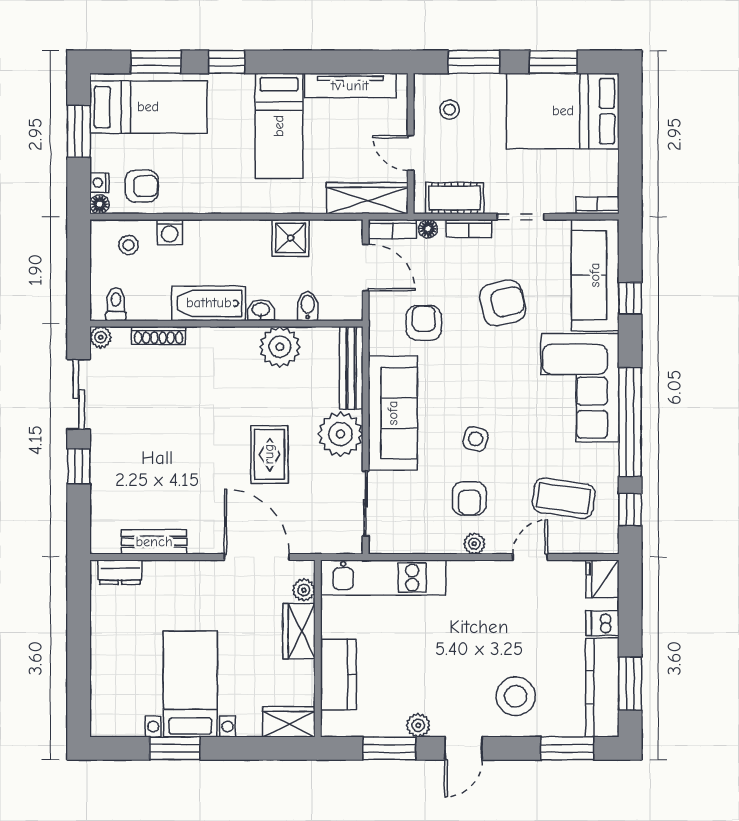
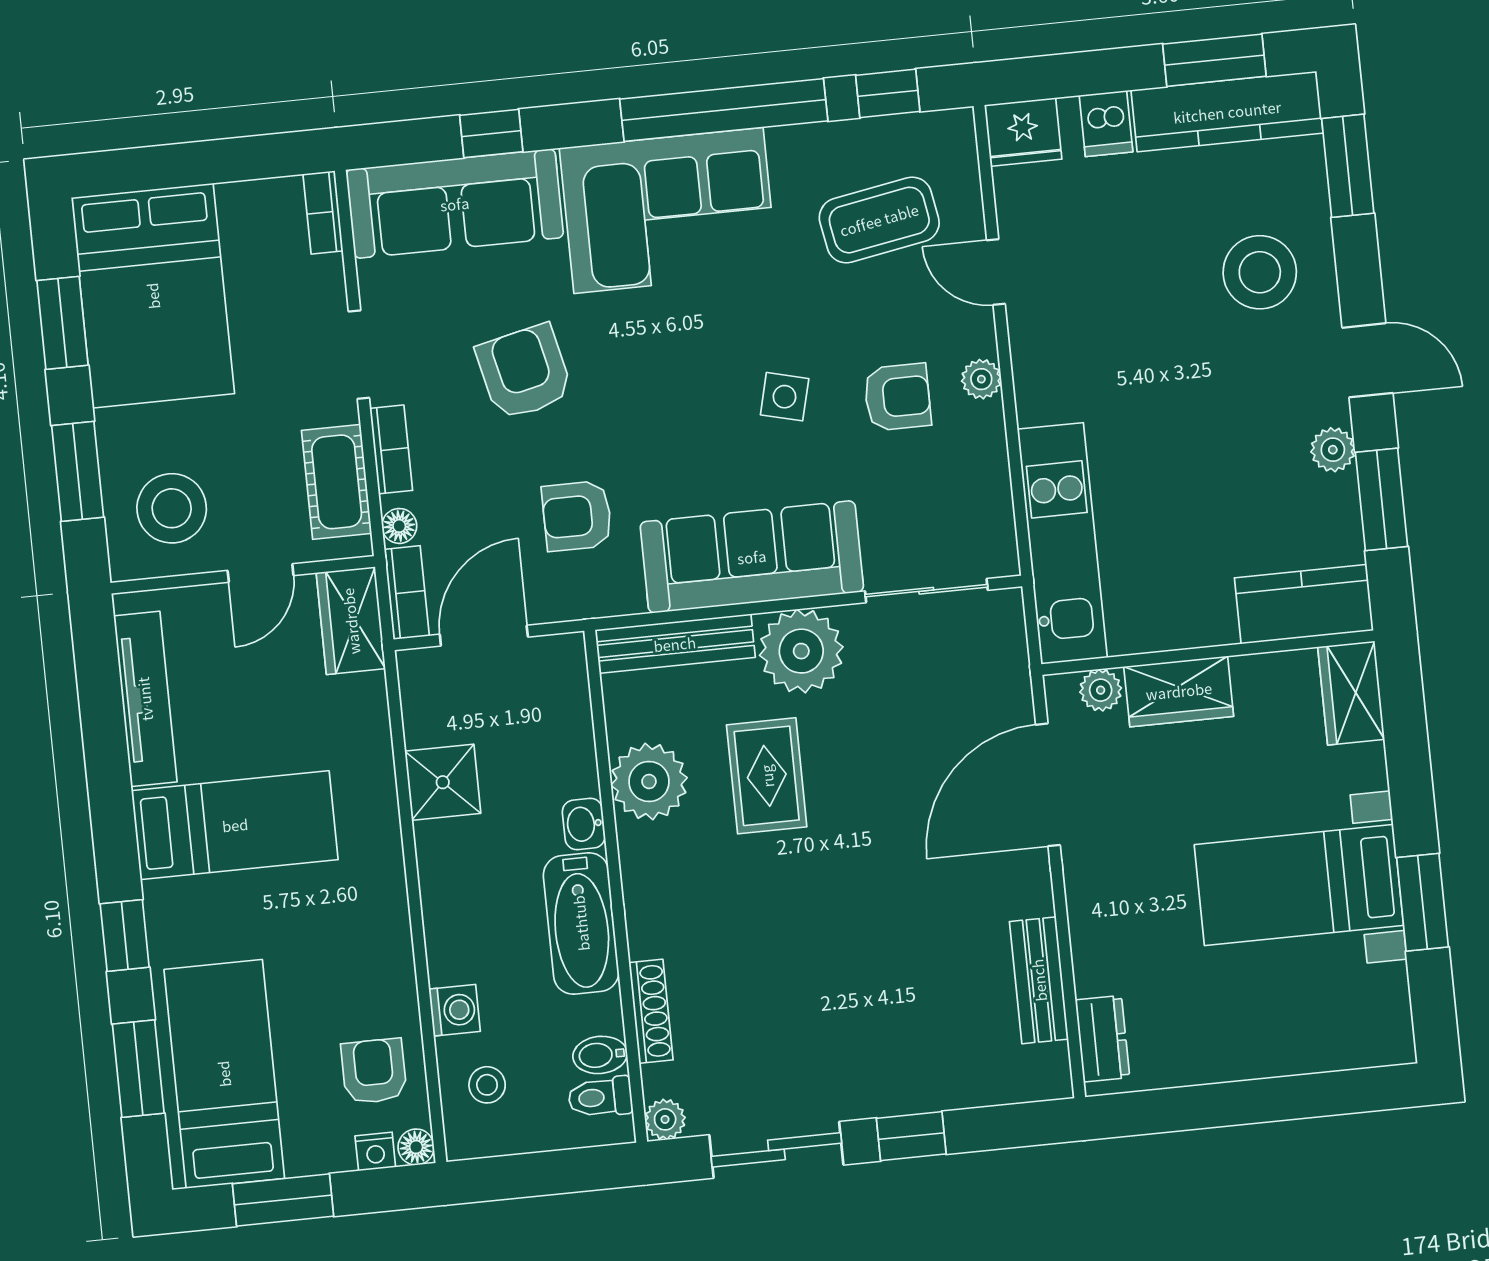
stool: (450, 110) -> (172, 508), width x1.89, depth x1.89
wardrobe: (367, 198) -> (351, 621), width x0.67
bidet: (308, 306) -> (600, 1055), moved
rug: (269, 454) -> (767, 776), moved, turned 90
coffee table: (564, 498) -> (879, 220), turned 72
kitchen counter: (338, 675) -> (1304, 604), moved

